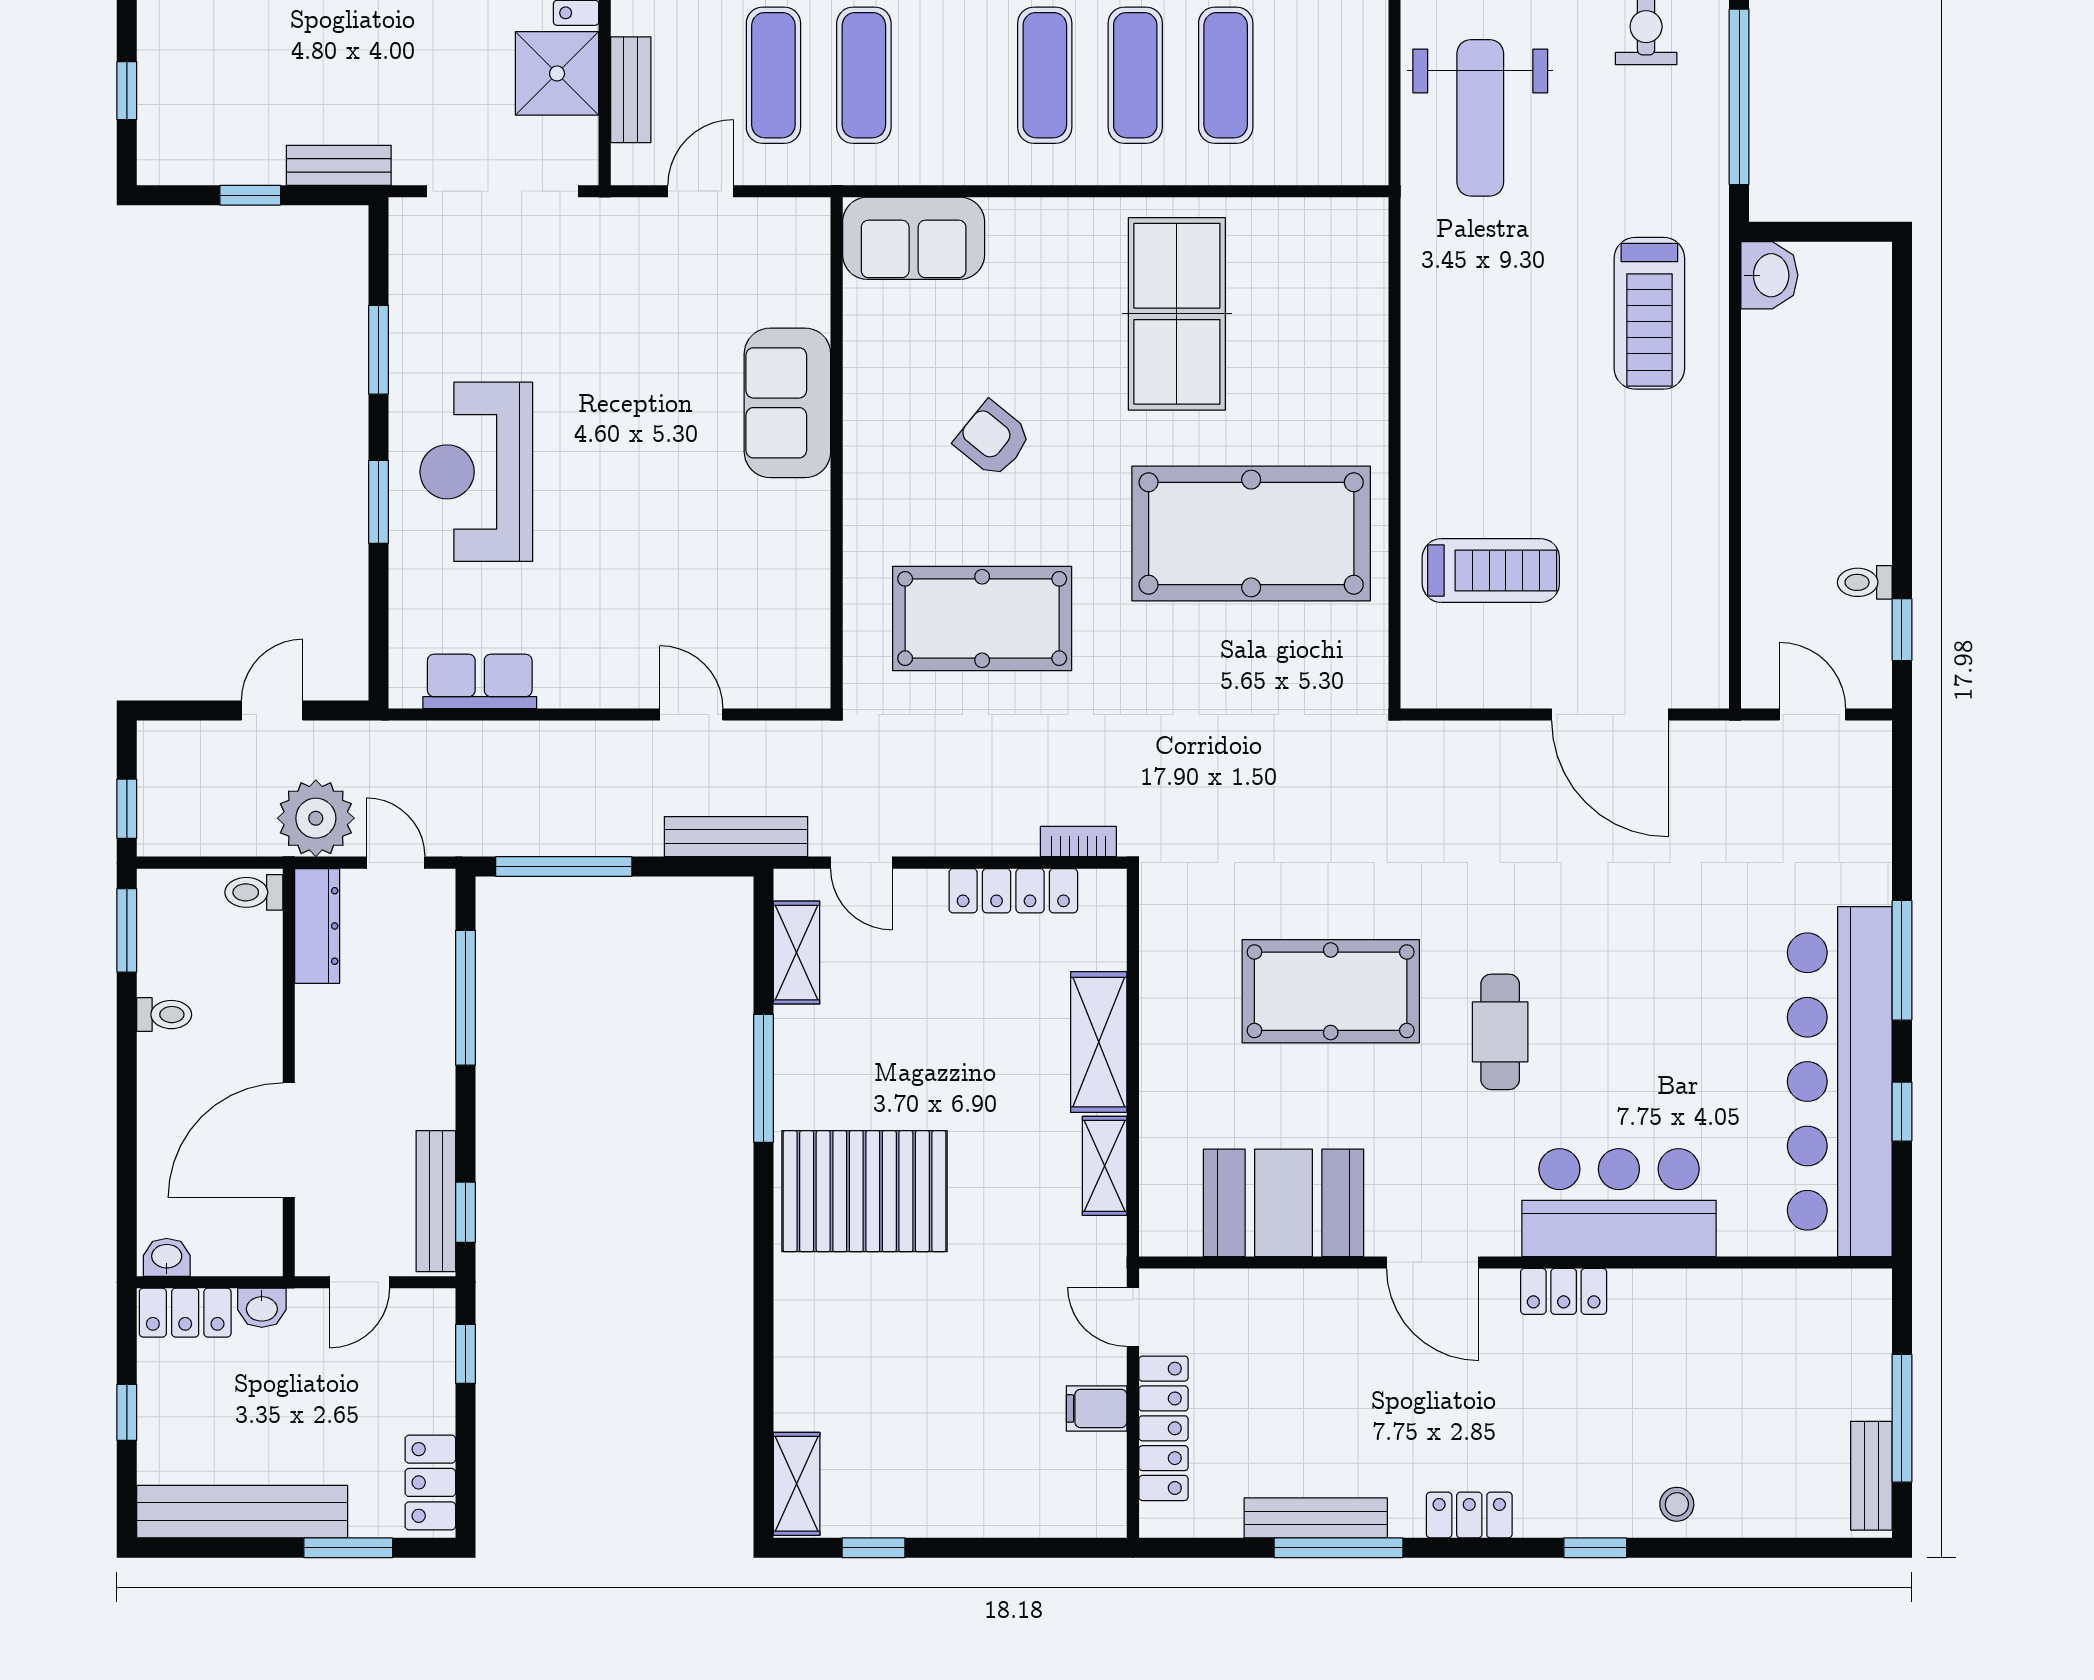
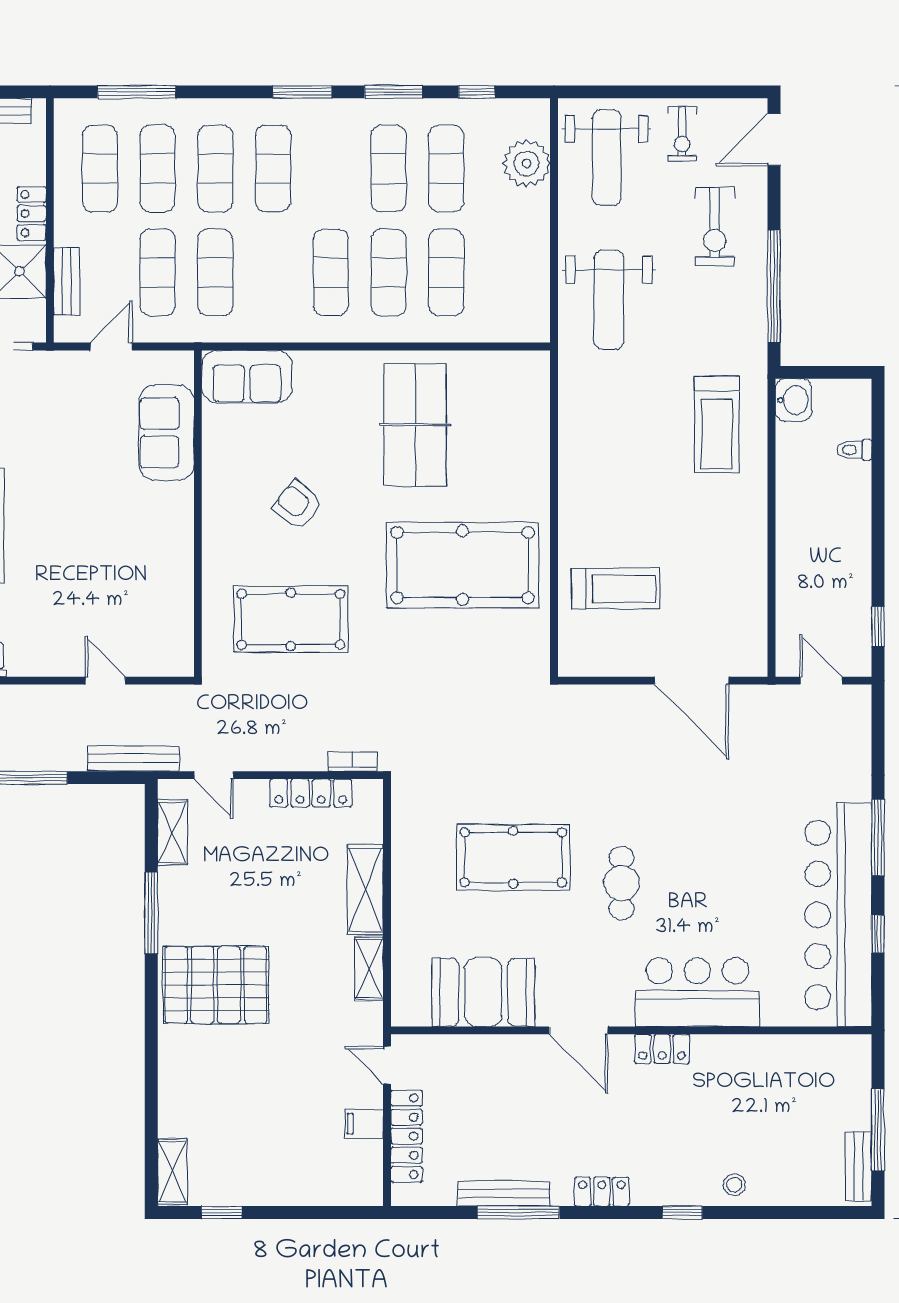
sofa: (787, 403) -> (167, 433), moved
toilet: (1865, 582) -> (854, 450), moved

